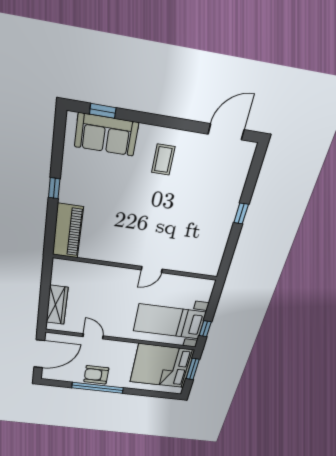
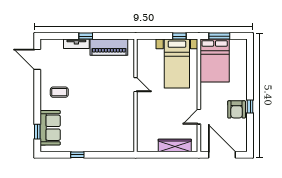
window: (54, 188) -> (77, 155), moved
tv unit: (233, 198) -> (76, 44), added
piano: (68, 231) -> (109, 47), moved, turned 180
bed: (162, 366) -> (215, 61), width x0.73
window: (98, 388) -> (250, 107), width x0.32

